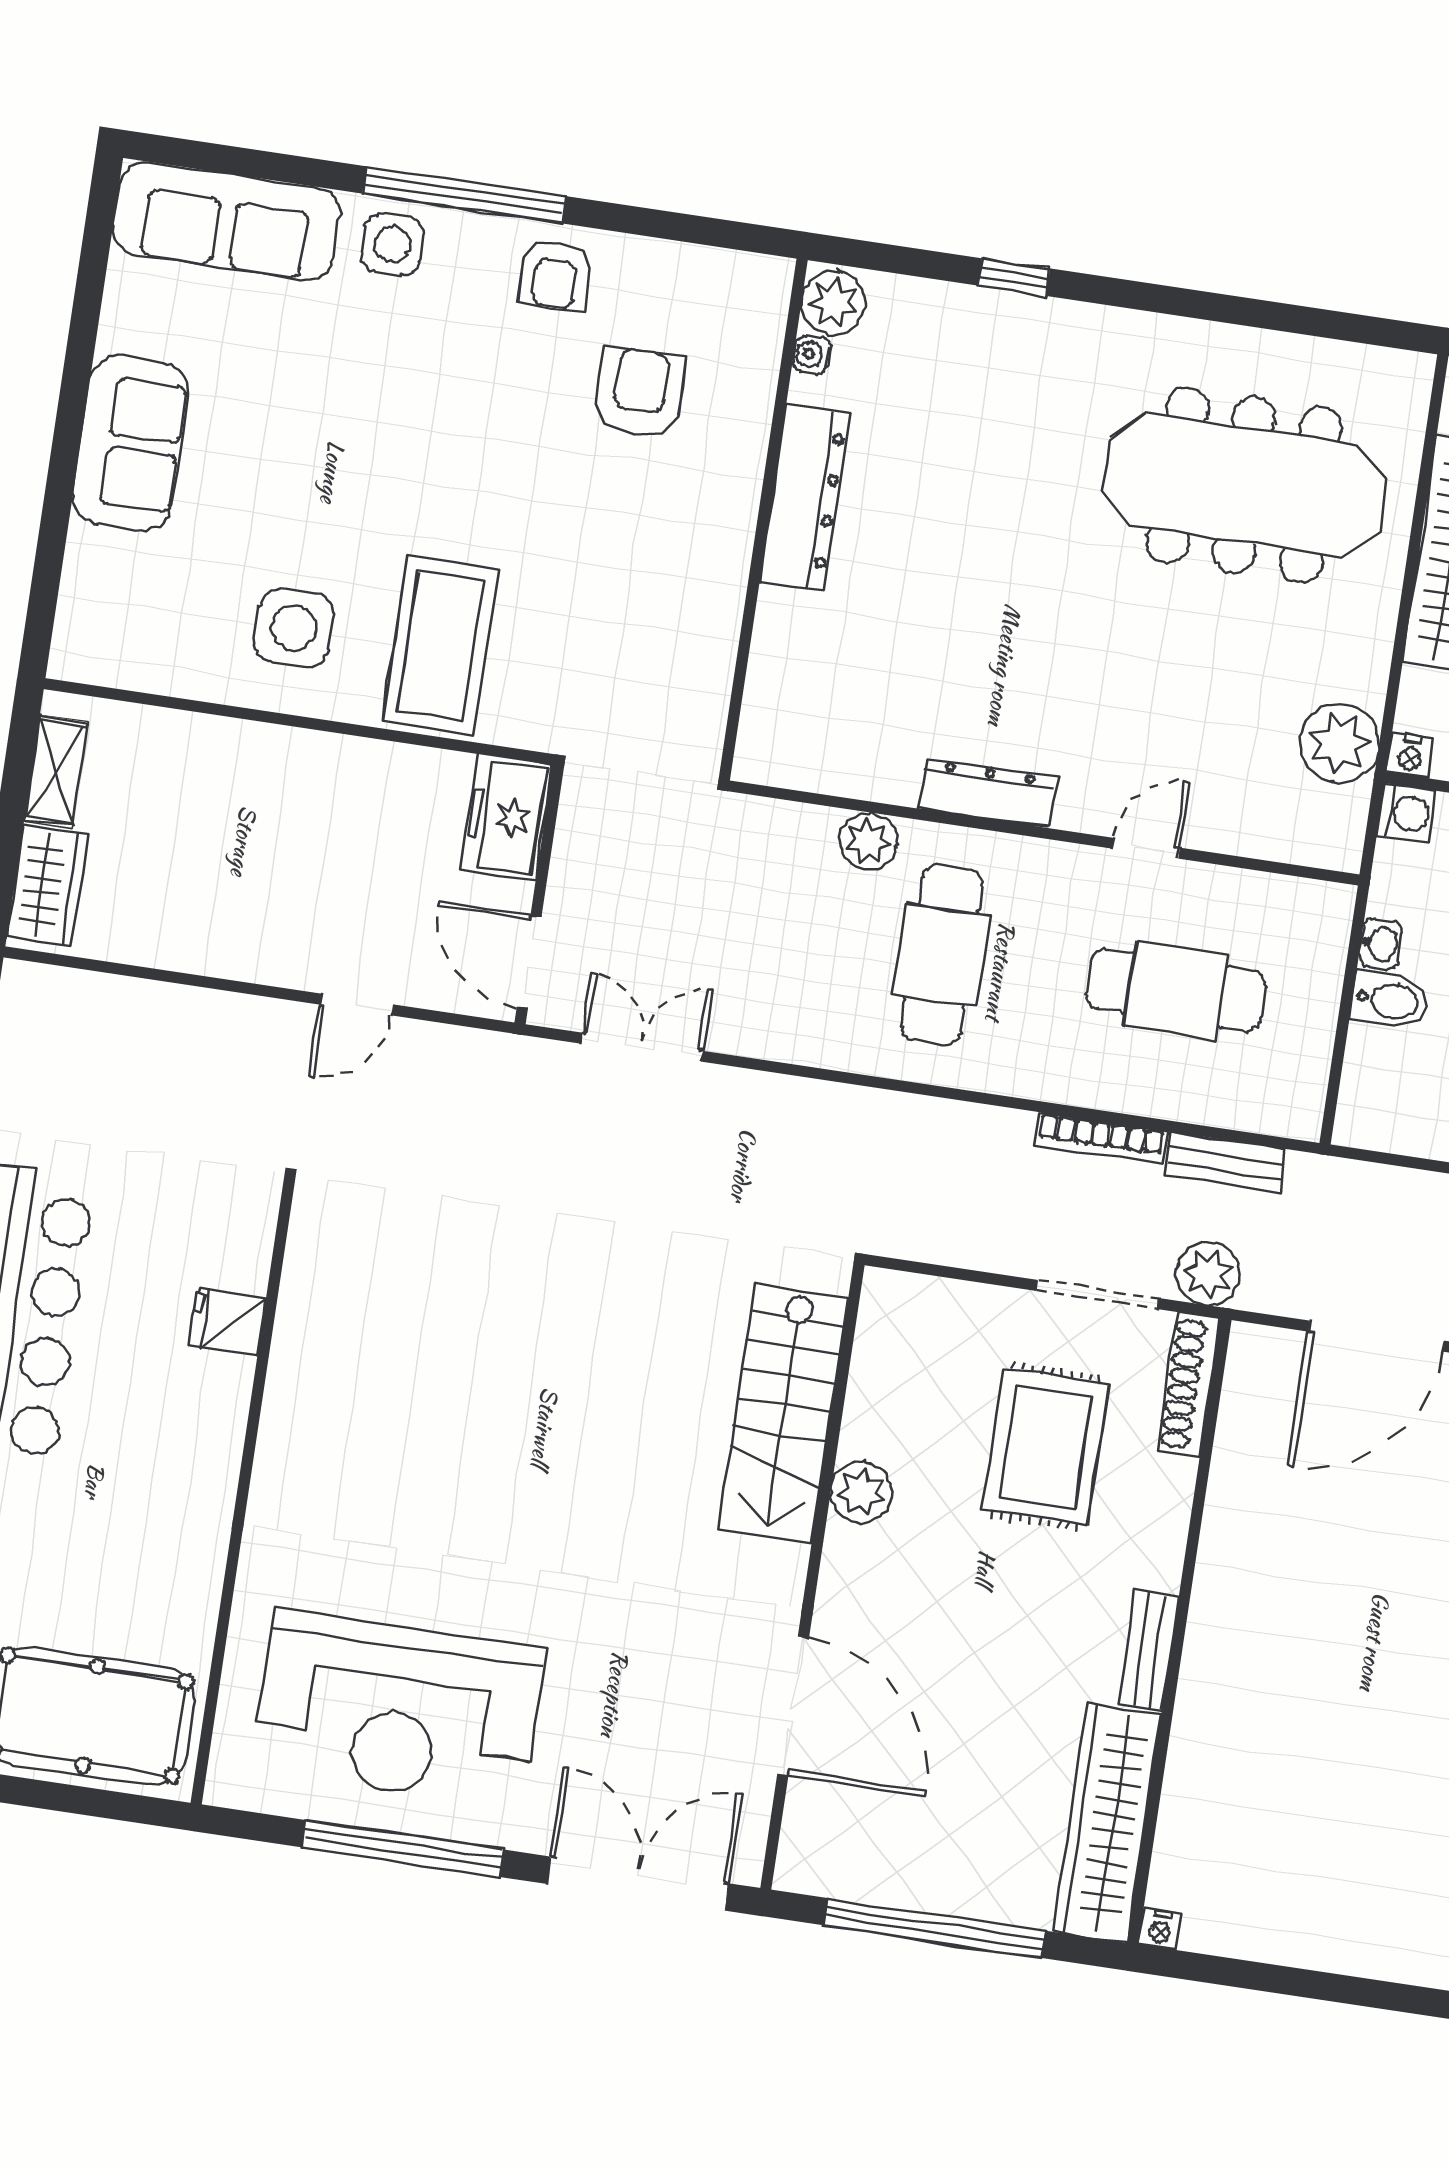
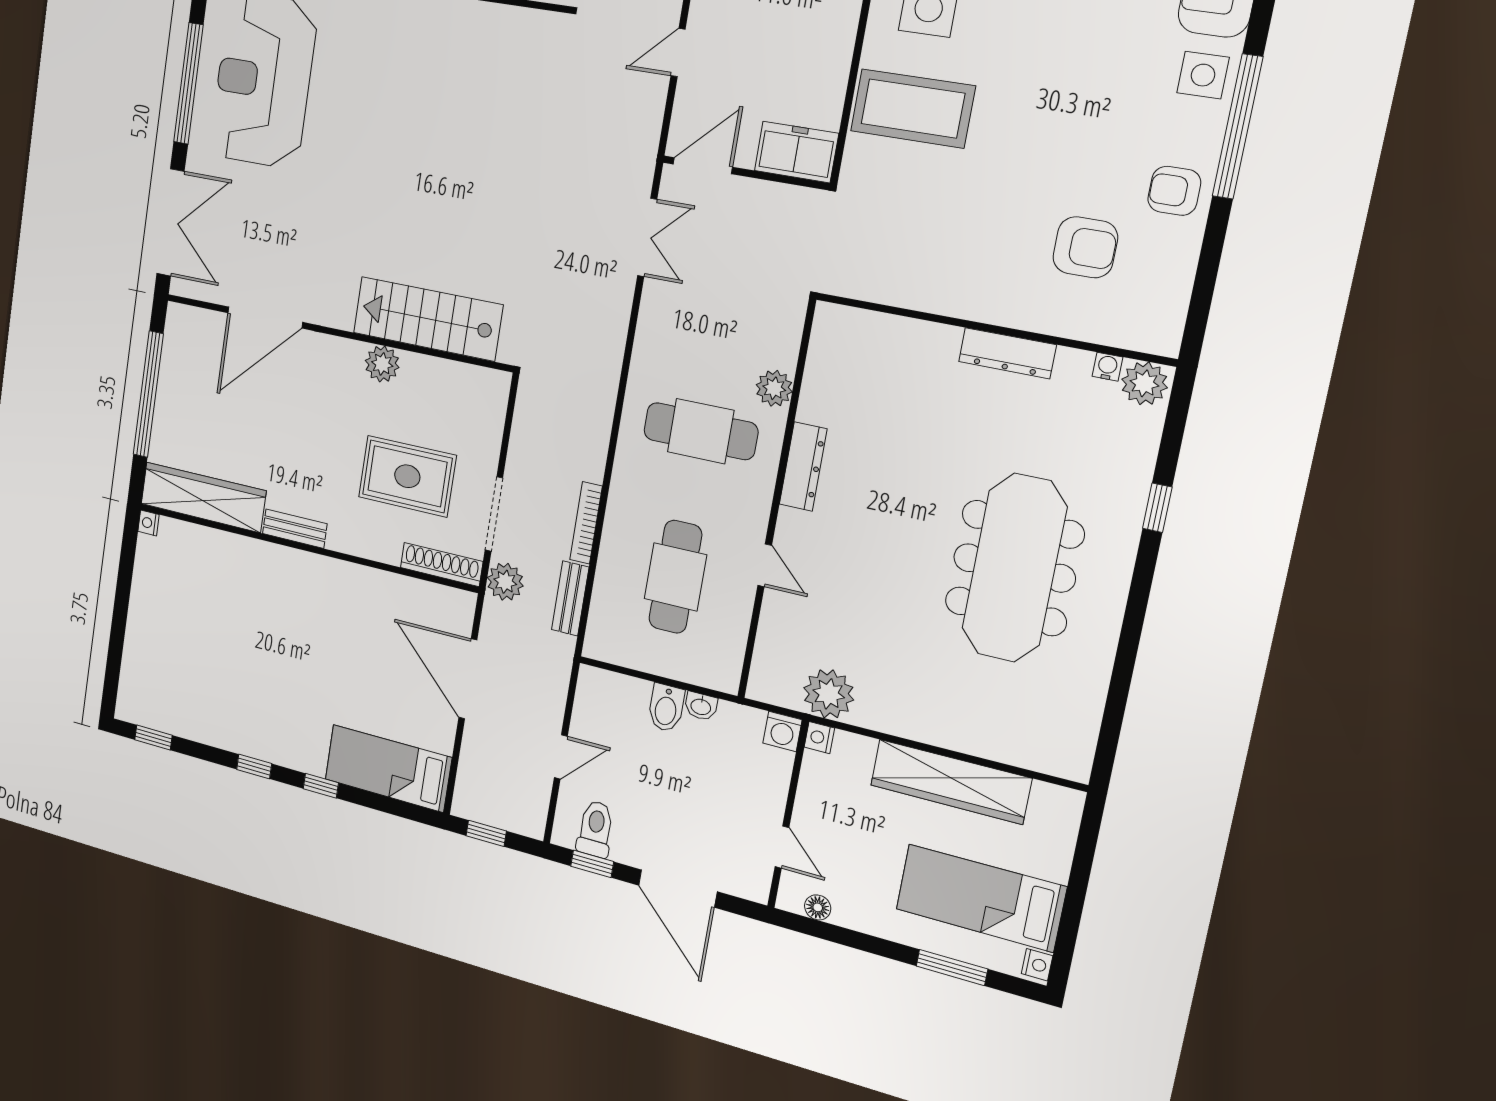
meeting table: (1244, 485) -> (1014, 568), moved
dresser: (805, 497) -> (1007, 353), width x0.73, depth x0.80
door: (356, 1005) -> (678, 52), hinge flipped

